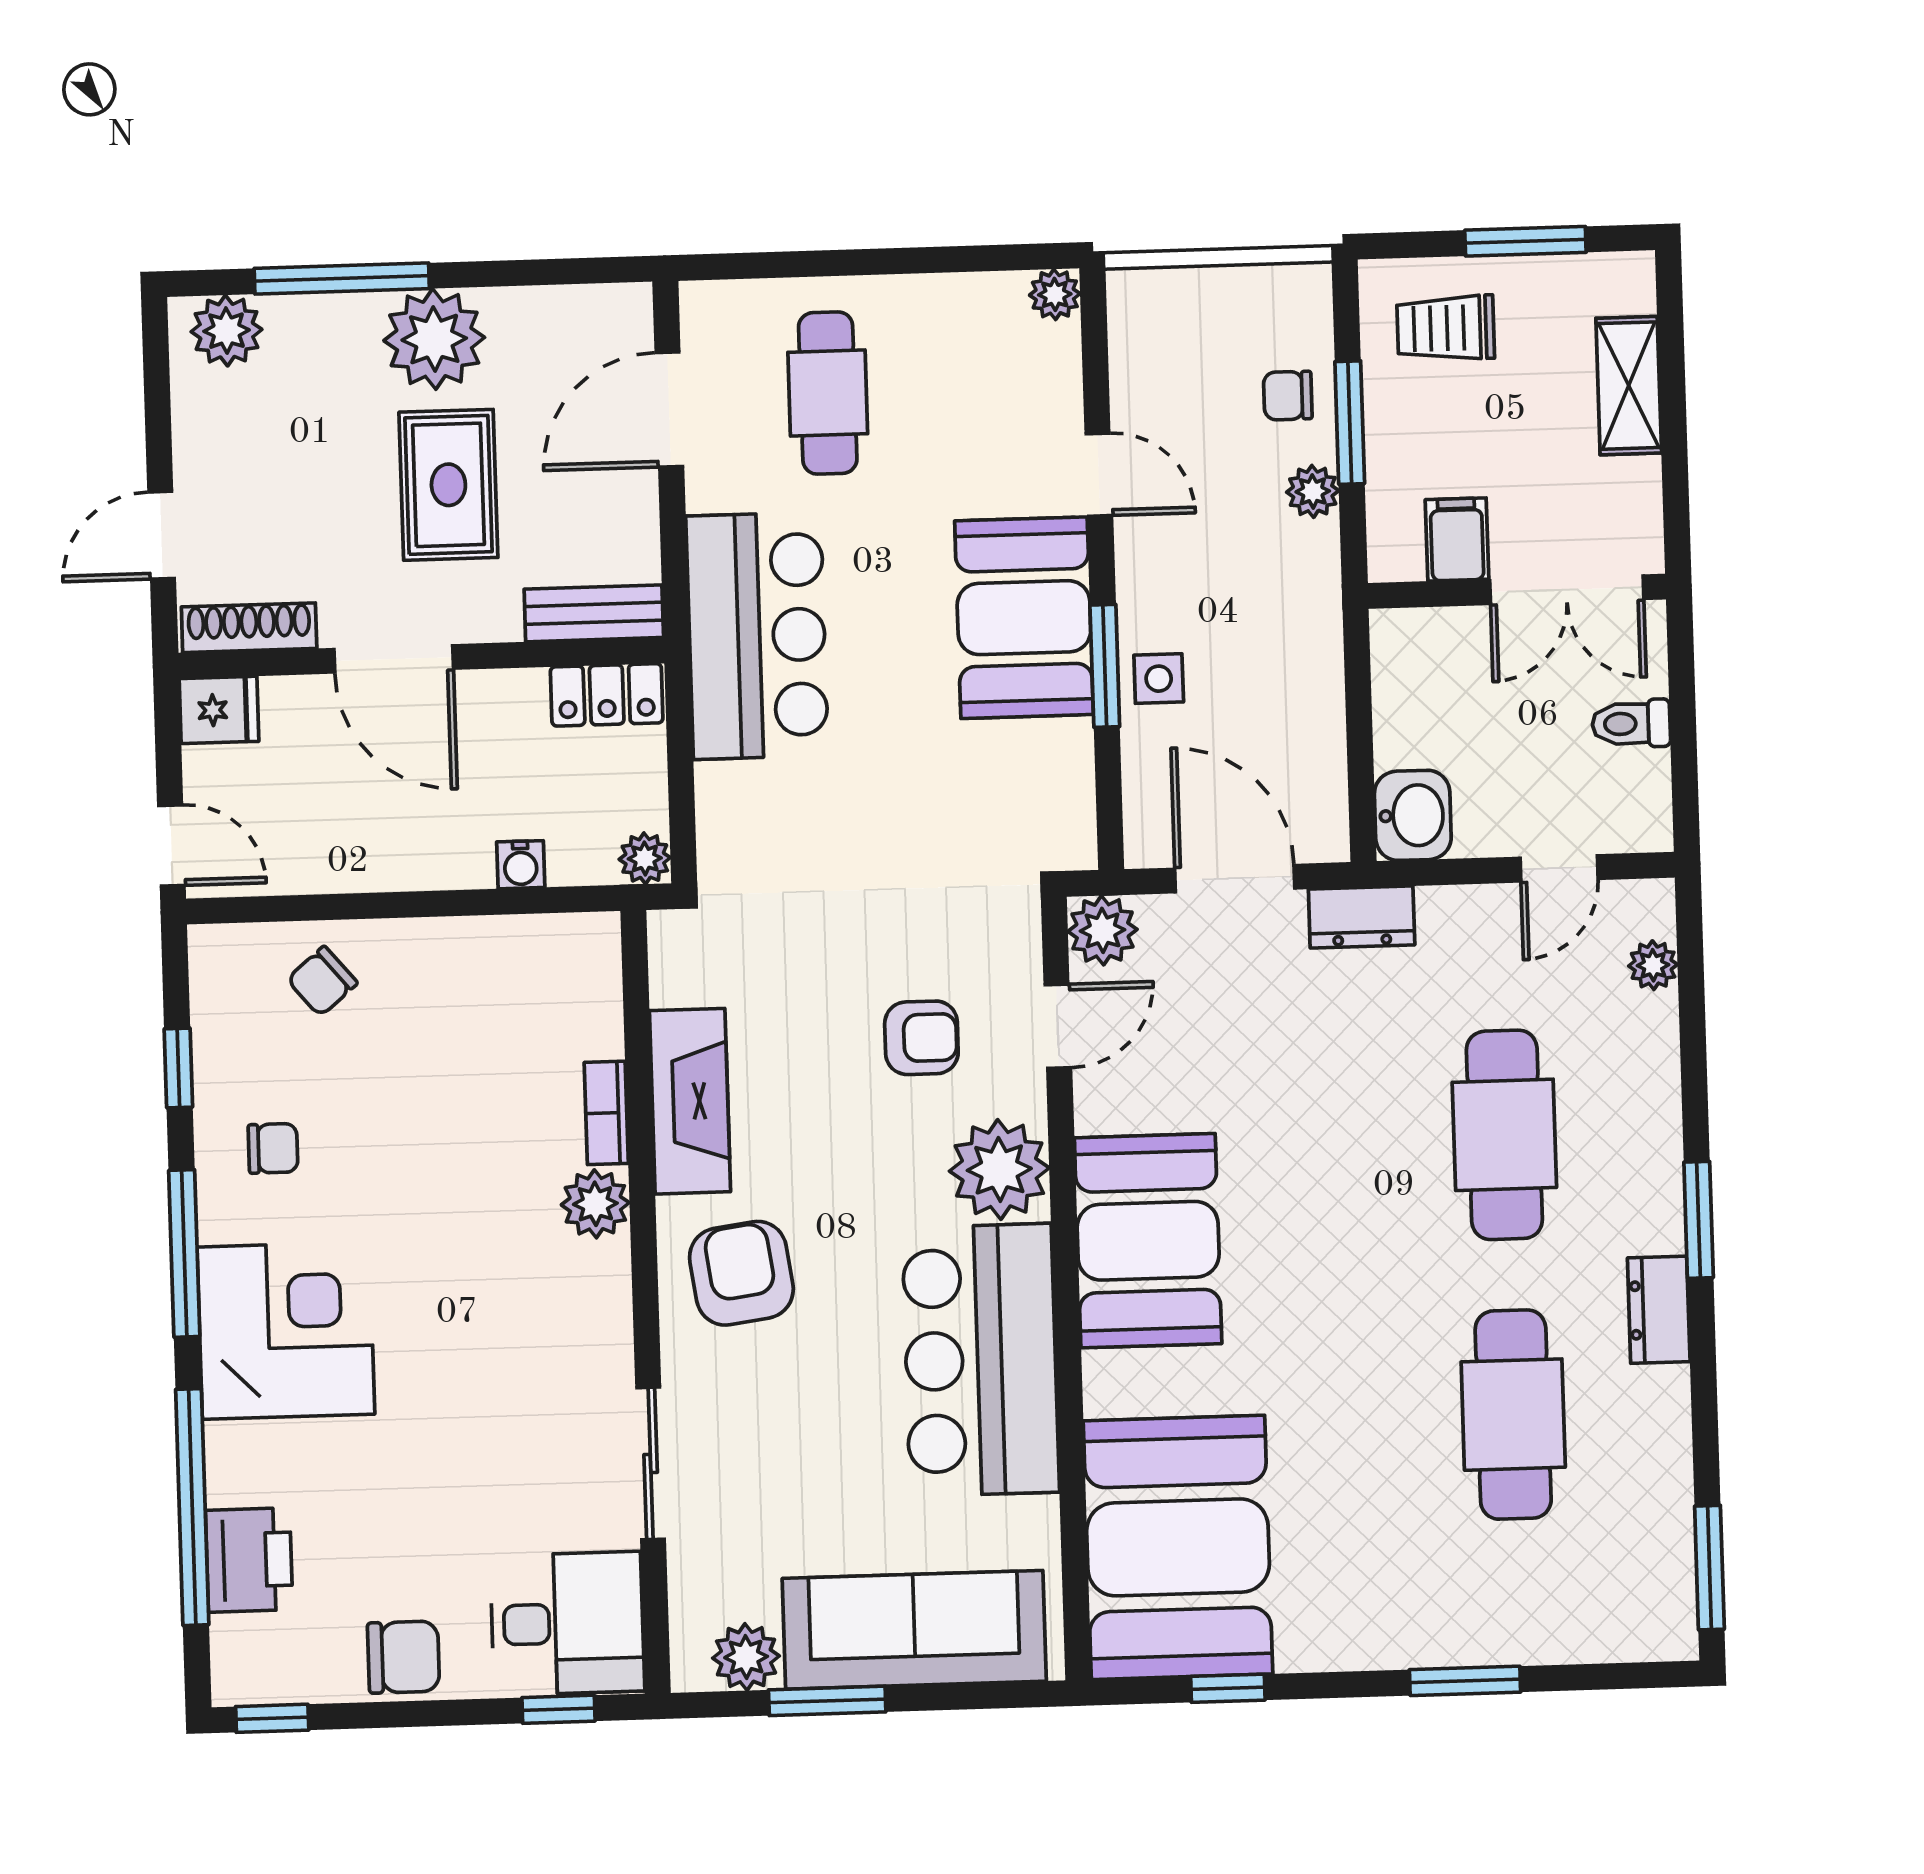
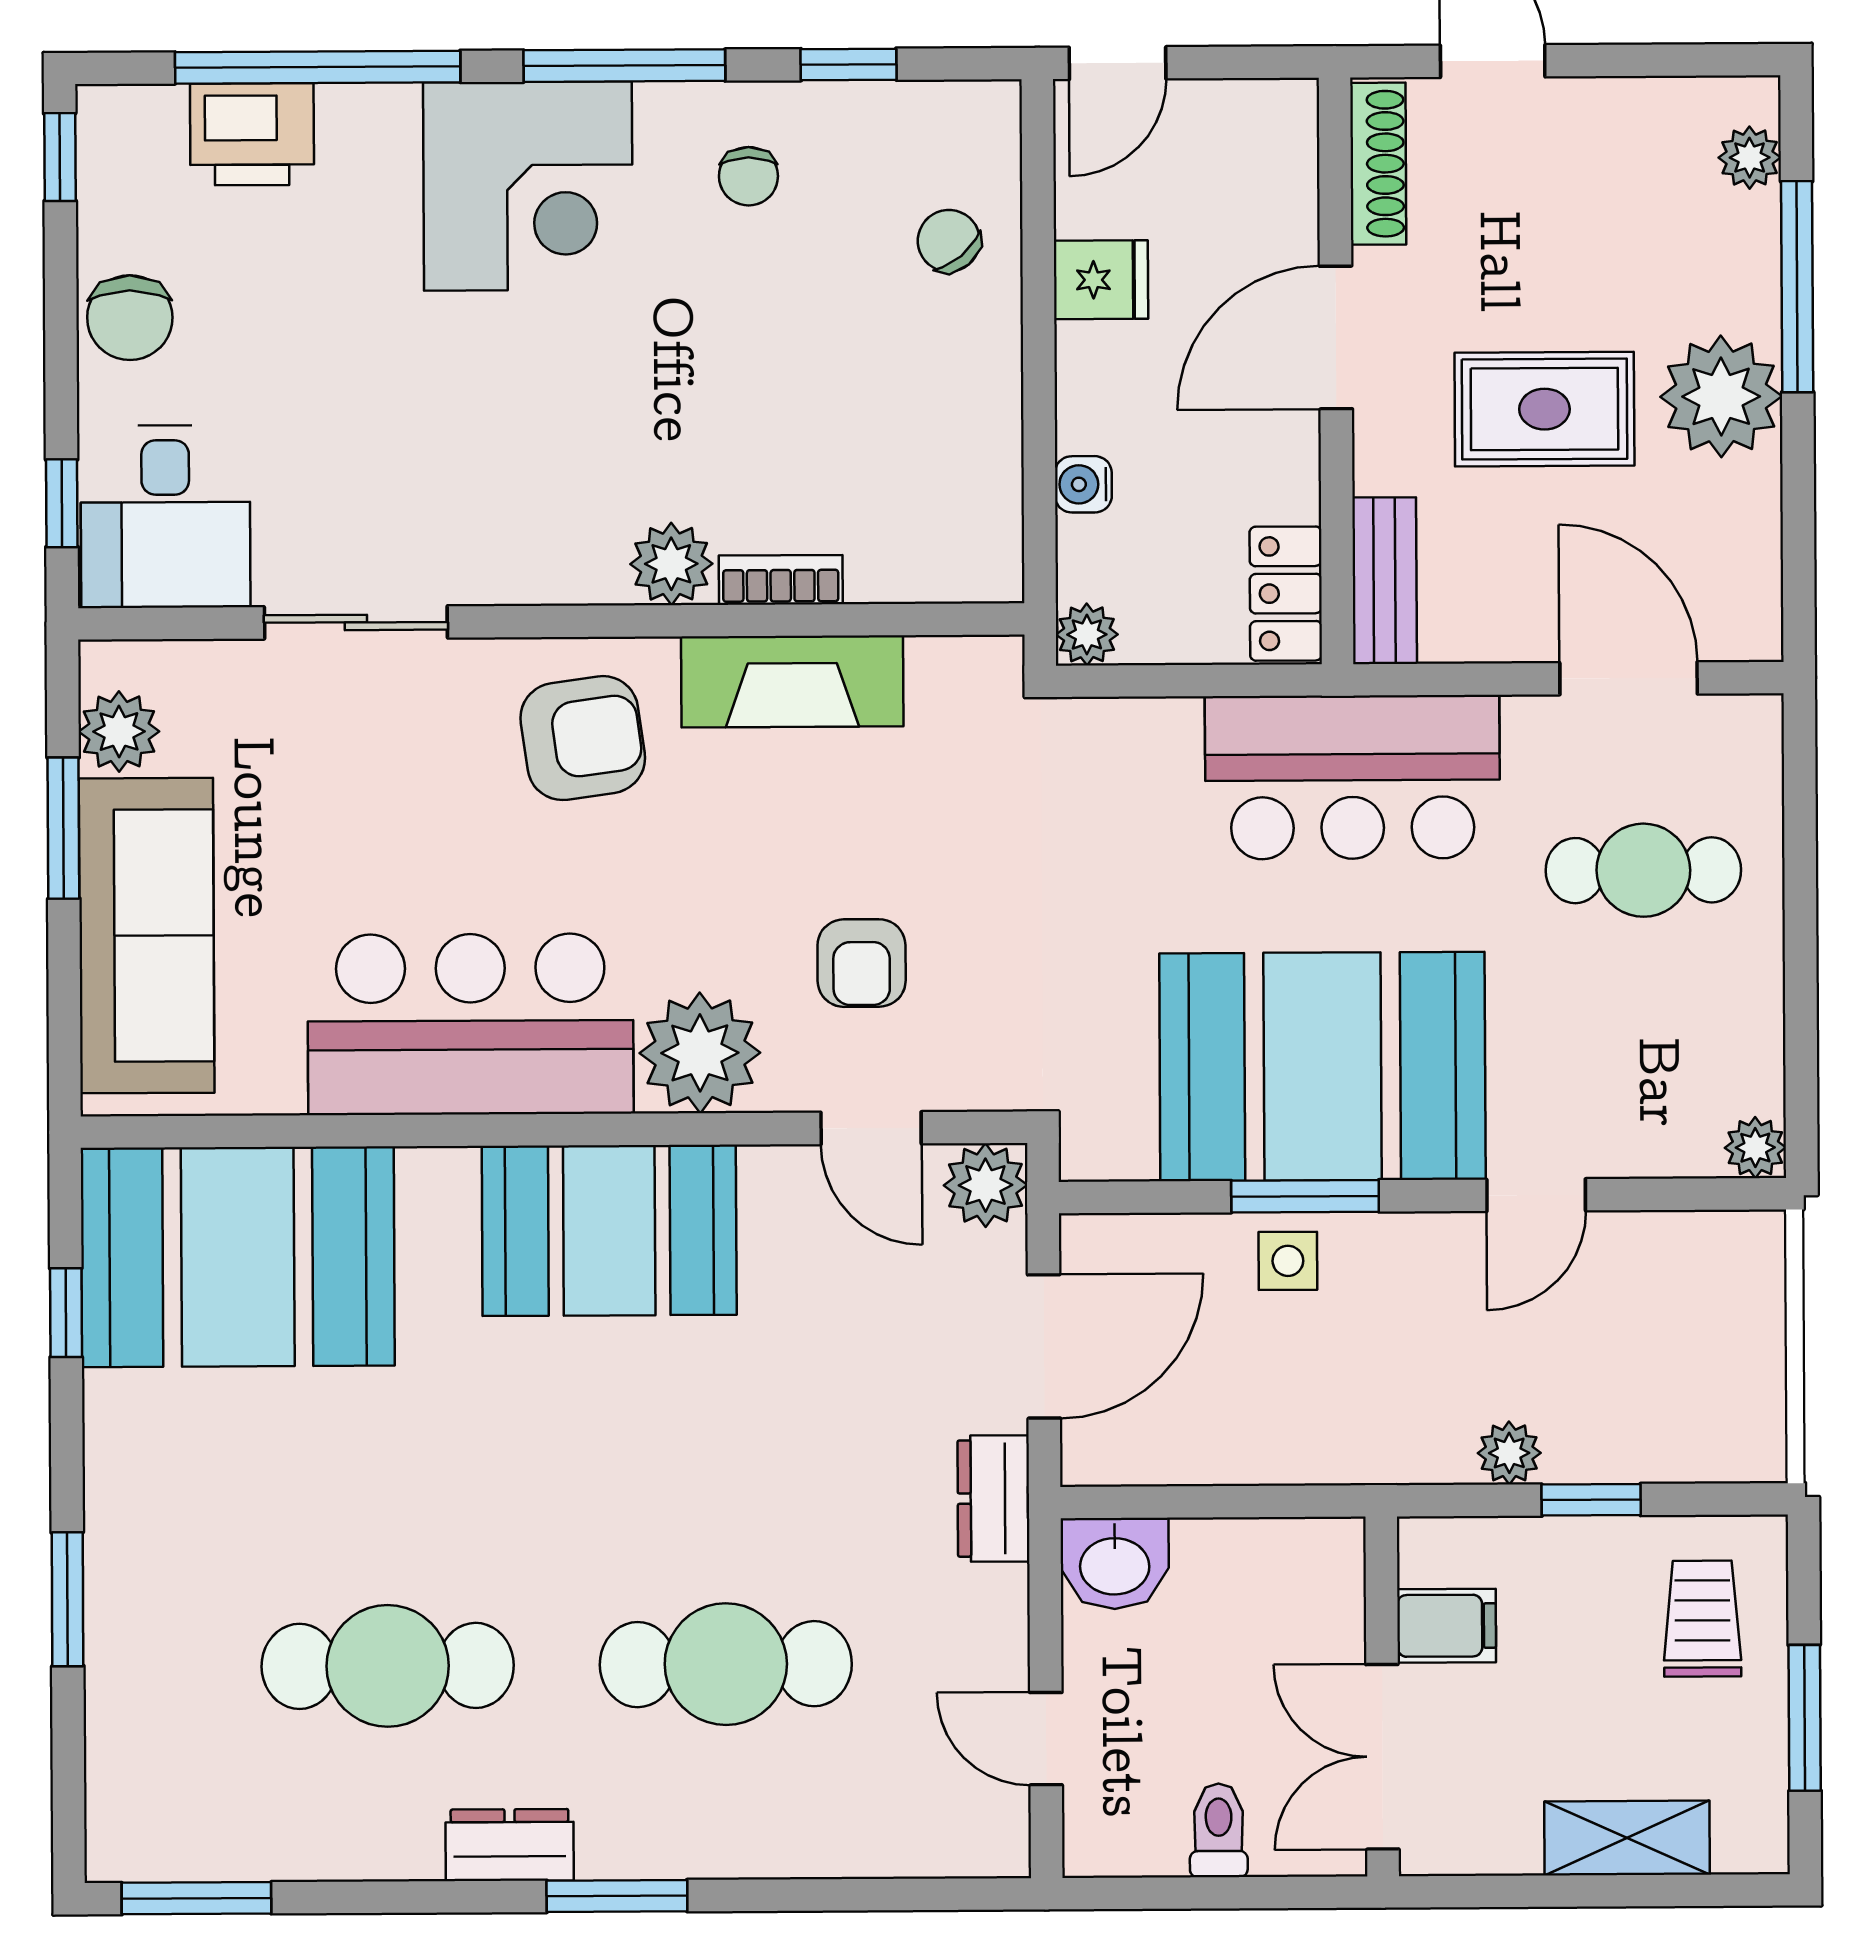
plant: (227, 331) -> (1750, 158), width x0.73, depth x0.73
chair: (1288, 396) -> (1626, 1426), removed
window: (1350, 423) -> (1591, 1500), width x0.67
booth: (1024, 618) -> (1322, 1066), width x1.36, depth x1.42
fridge: (219, 710) -> (1101, 280), moved, turned -90
plant: (1653, 965) -> (926, 1849), removed

